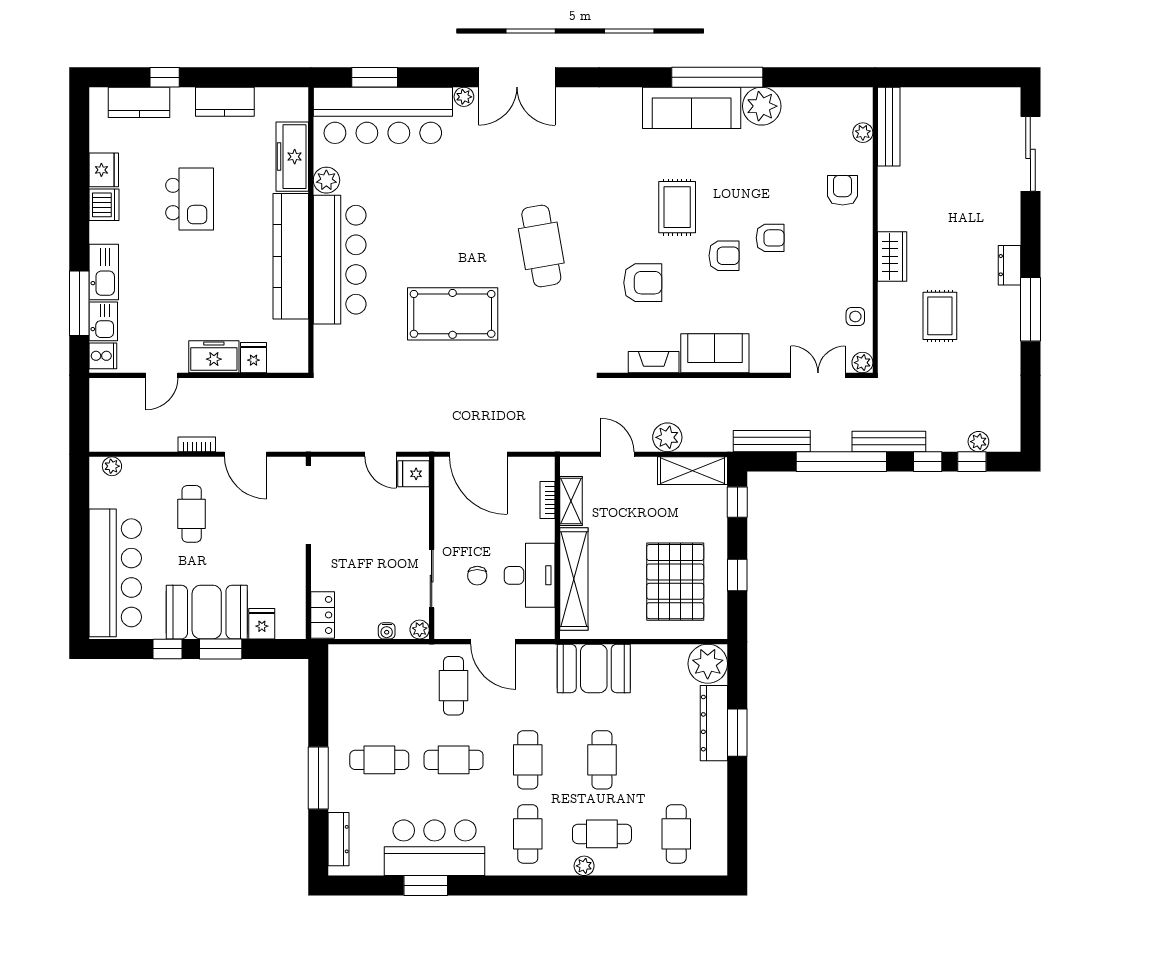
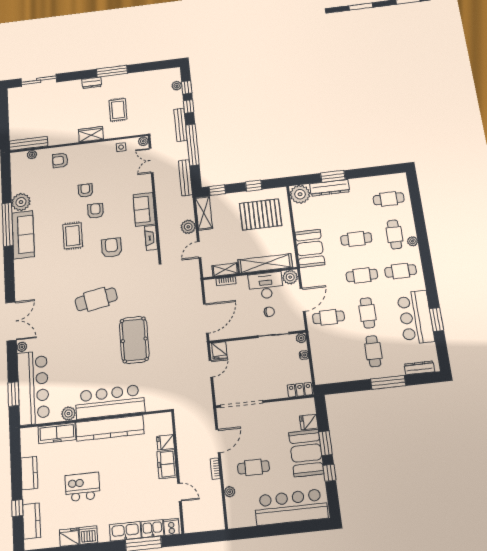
rug: (677, 207) -> (73, 236), turned 90
rug: (940, 316) -> (118, 110), turned 90
plant: (112, 466) -> (230, 492), moved
plant: (541, 624) -> (290, 277), added

